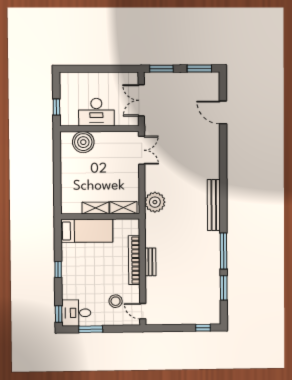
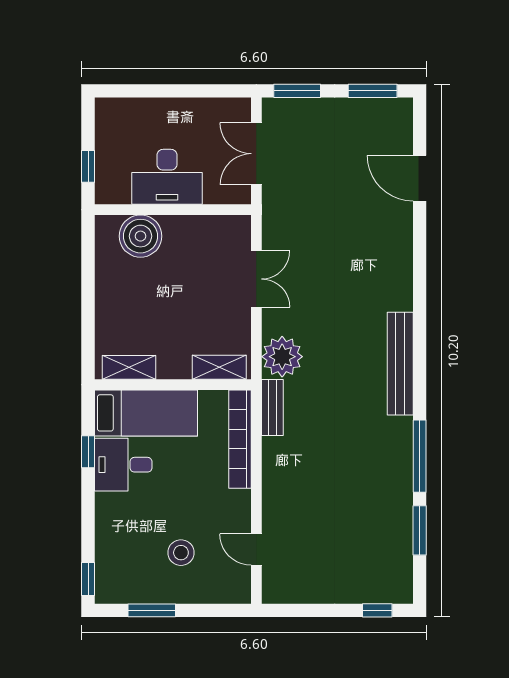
double door: (142, 150) -> (256, 279), moved
shelving: (96, 208) -> (129, 367), moved
bookcase: (134, 260) -> (240, 439), moved
bench: (150, 262) -> (272, 407), moved
window: (58, 269) -> (88, 452), moved
stool: (116, 301) -> (181, 553), moved
door: (143, 311) -> (256, 550), moved
desk: (76, 313) -> (123, 465), moved

